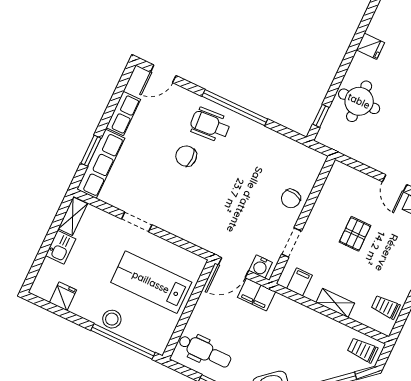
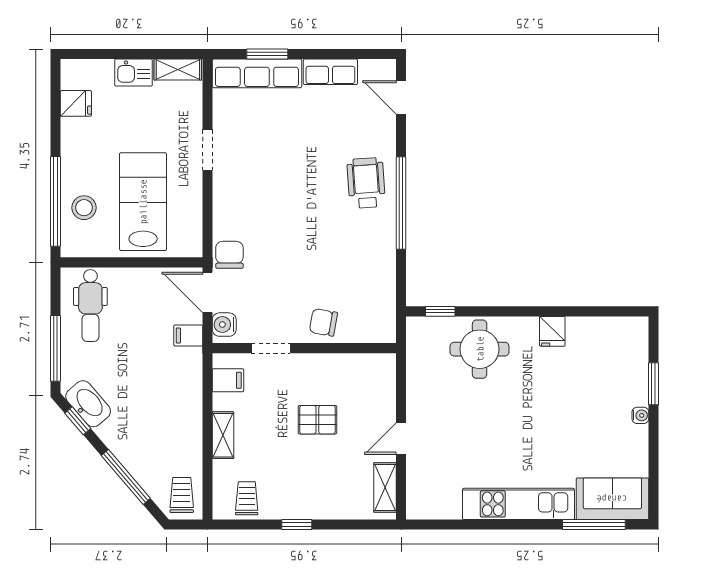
chair: (186, 156) -> (229, 255), moved
filing cabinet: (256, 294) -> (188, 336), width x0.50
stool: (112, 319) -> (84, 208), moved

